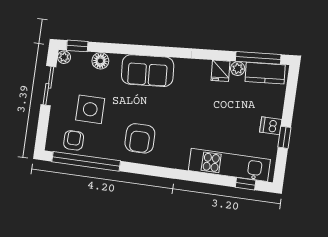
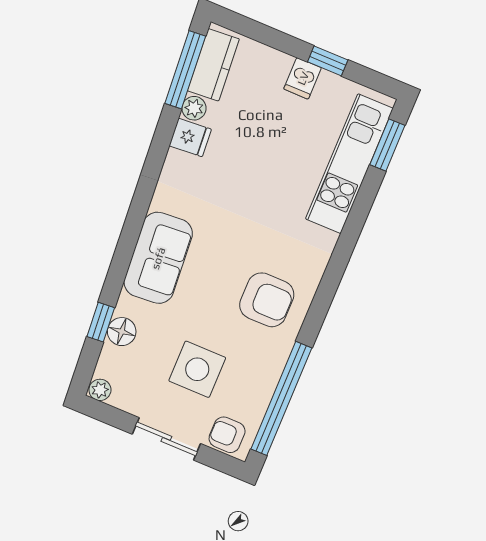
window: (77, 46) -> (101, 322), moved
sliding door: (48, 86) -> (166, 439), moved
armchair: (74, 140) -> (227, 435), moved
window: (246, 184) -> (387, 145), width x1.50

